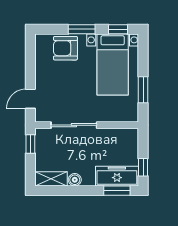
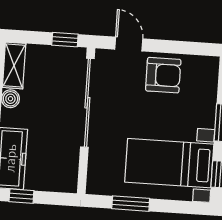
armchair: (65, 48) -> (163, 75), moved, turned 90
sliding door: (74, 125) -> (87, 103), width x1.36

